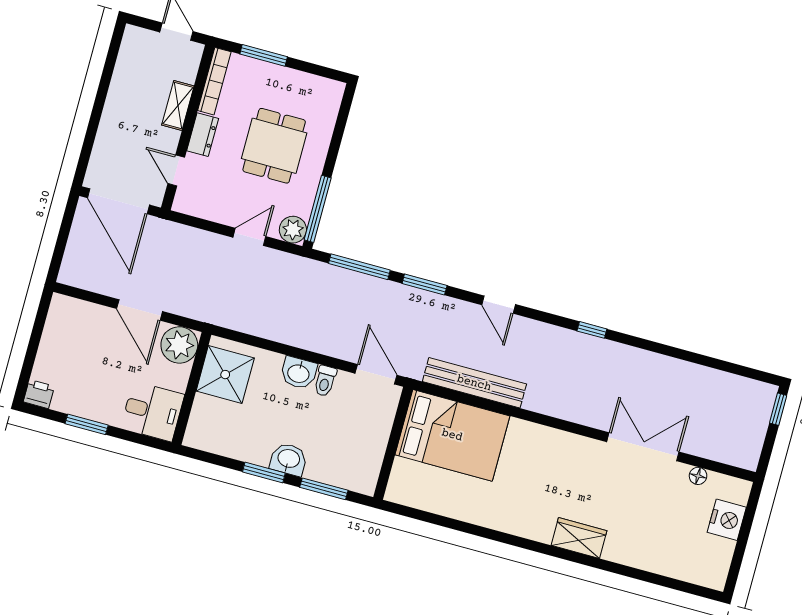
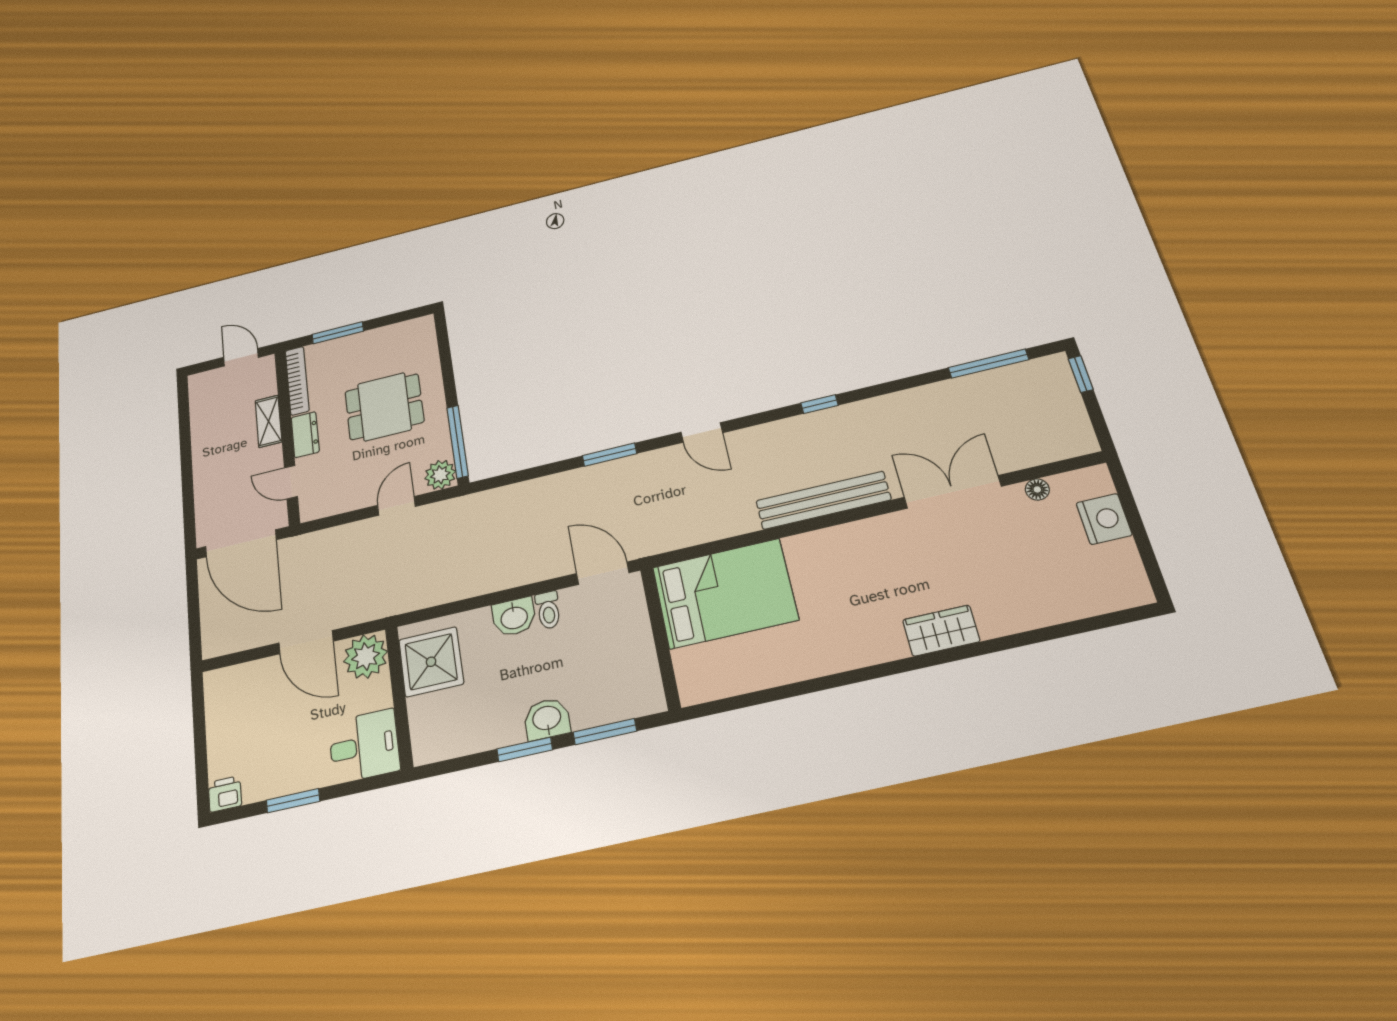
dining table: (274, 146) -> (384, 407), turned 90
window: (359, 267) -> (988, 364), moved
bench: (474, 383) -> (823, 500), moved

